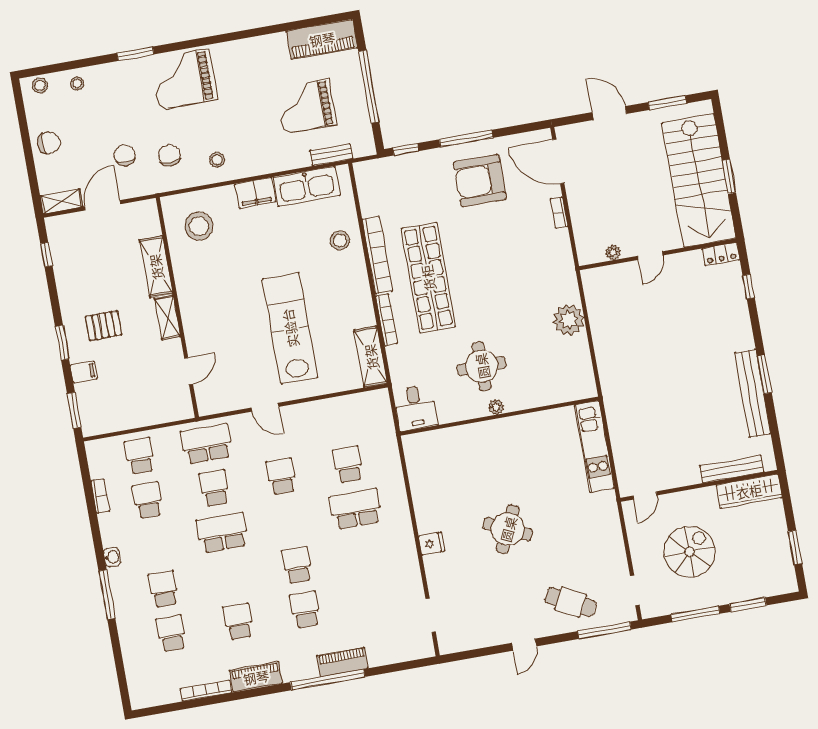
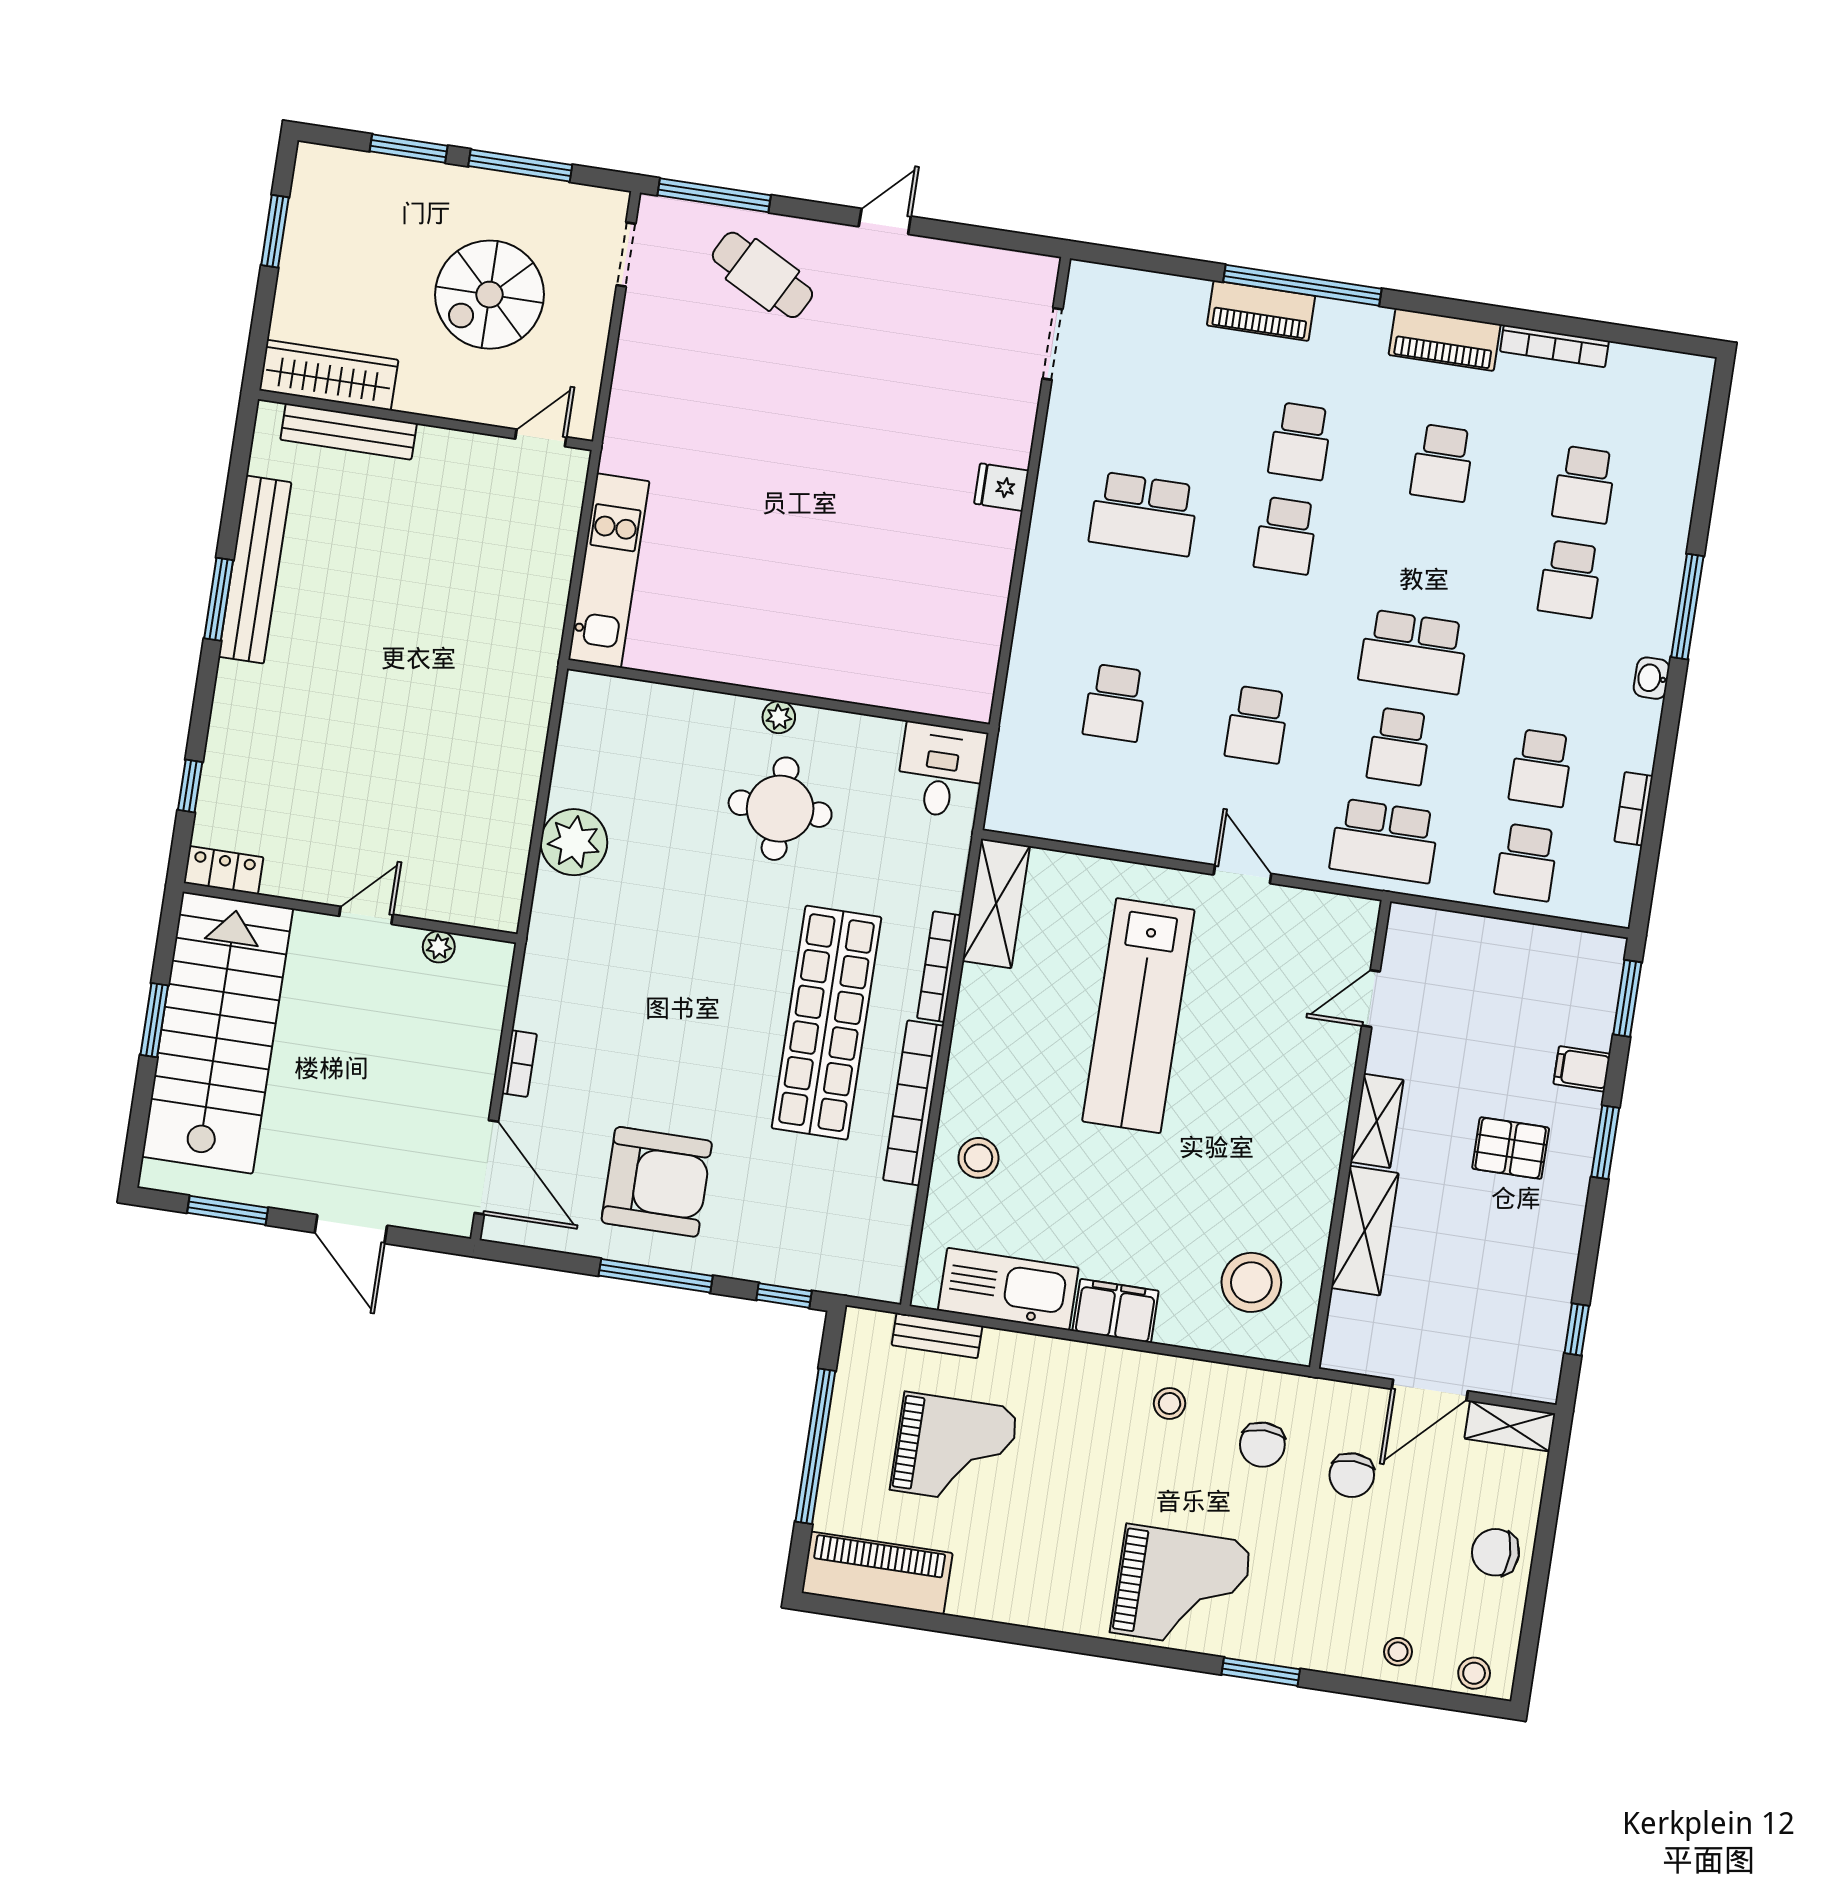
school desk: (356, 509) -> (1144, 514), moved
round table: (508, 529) -> (839, 464), removed

